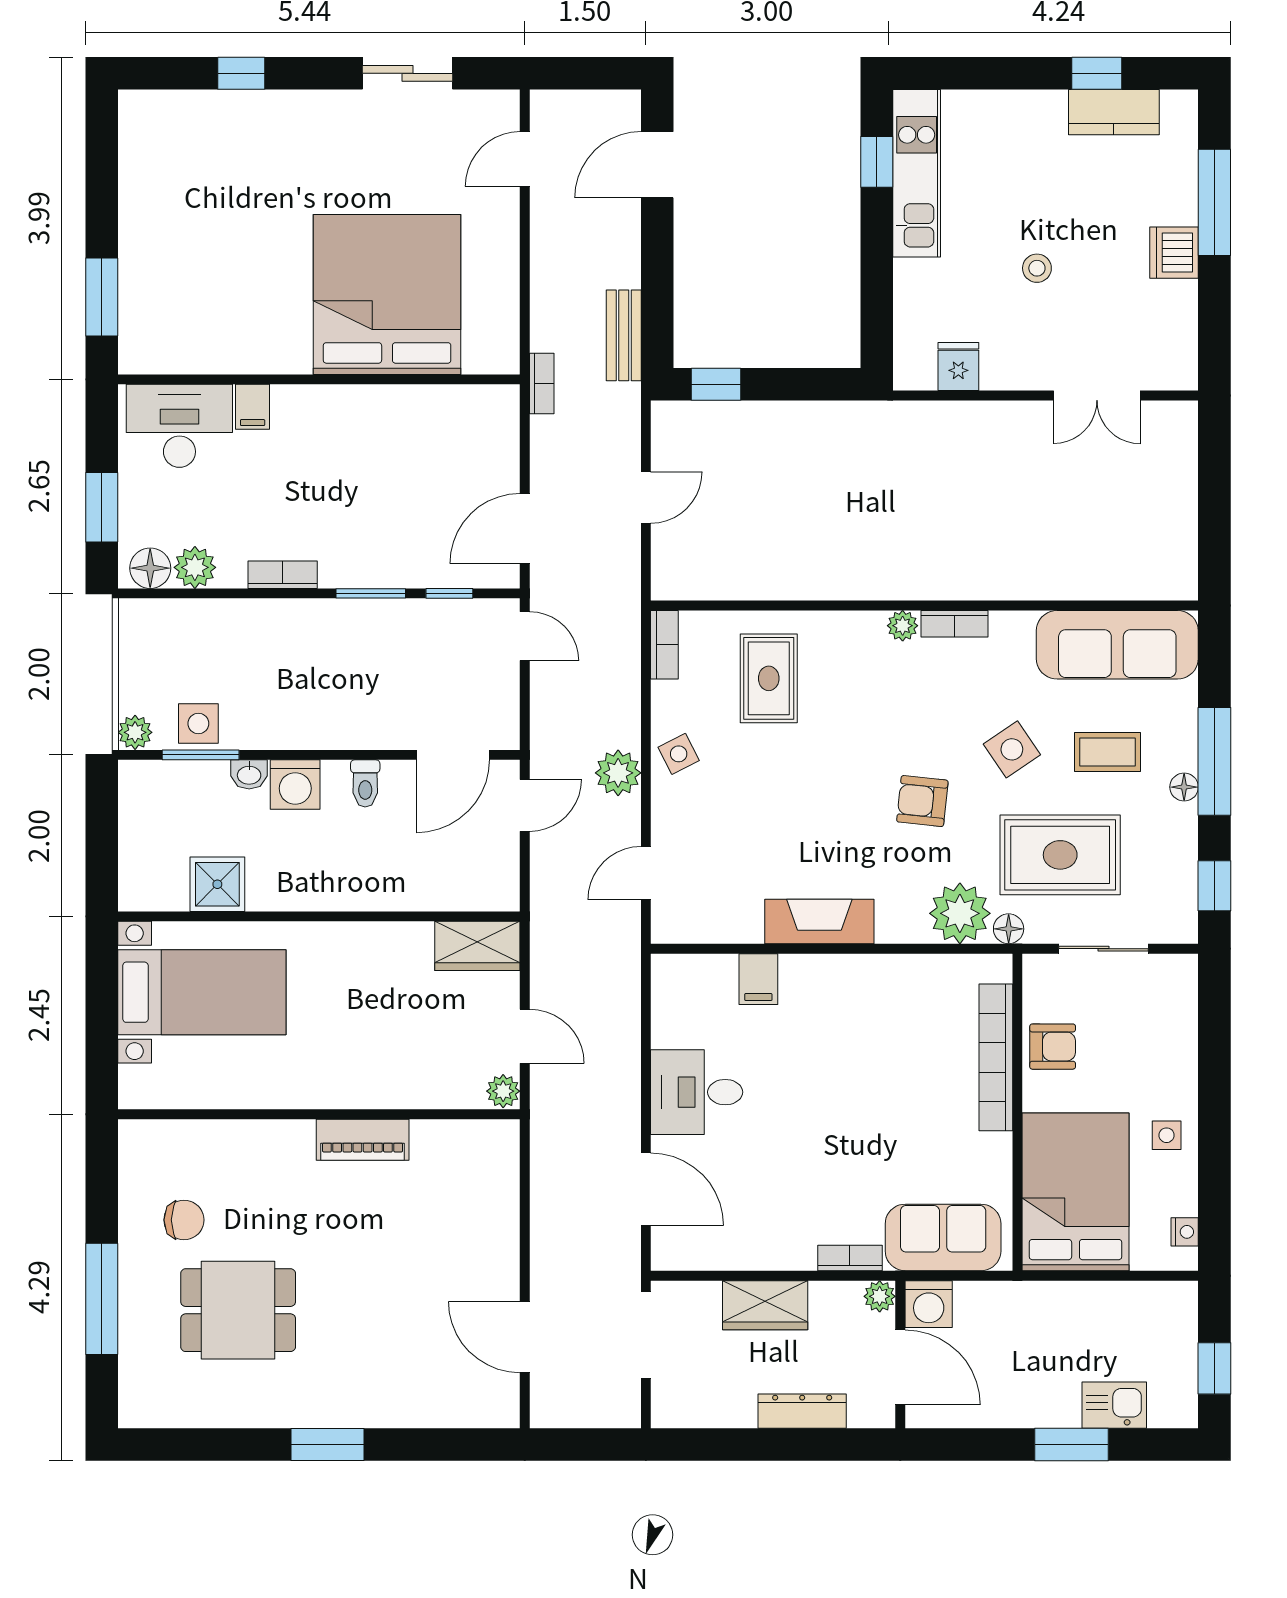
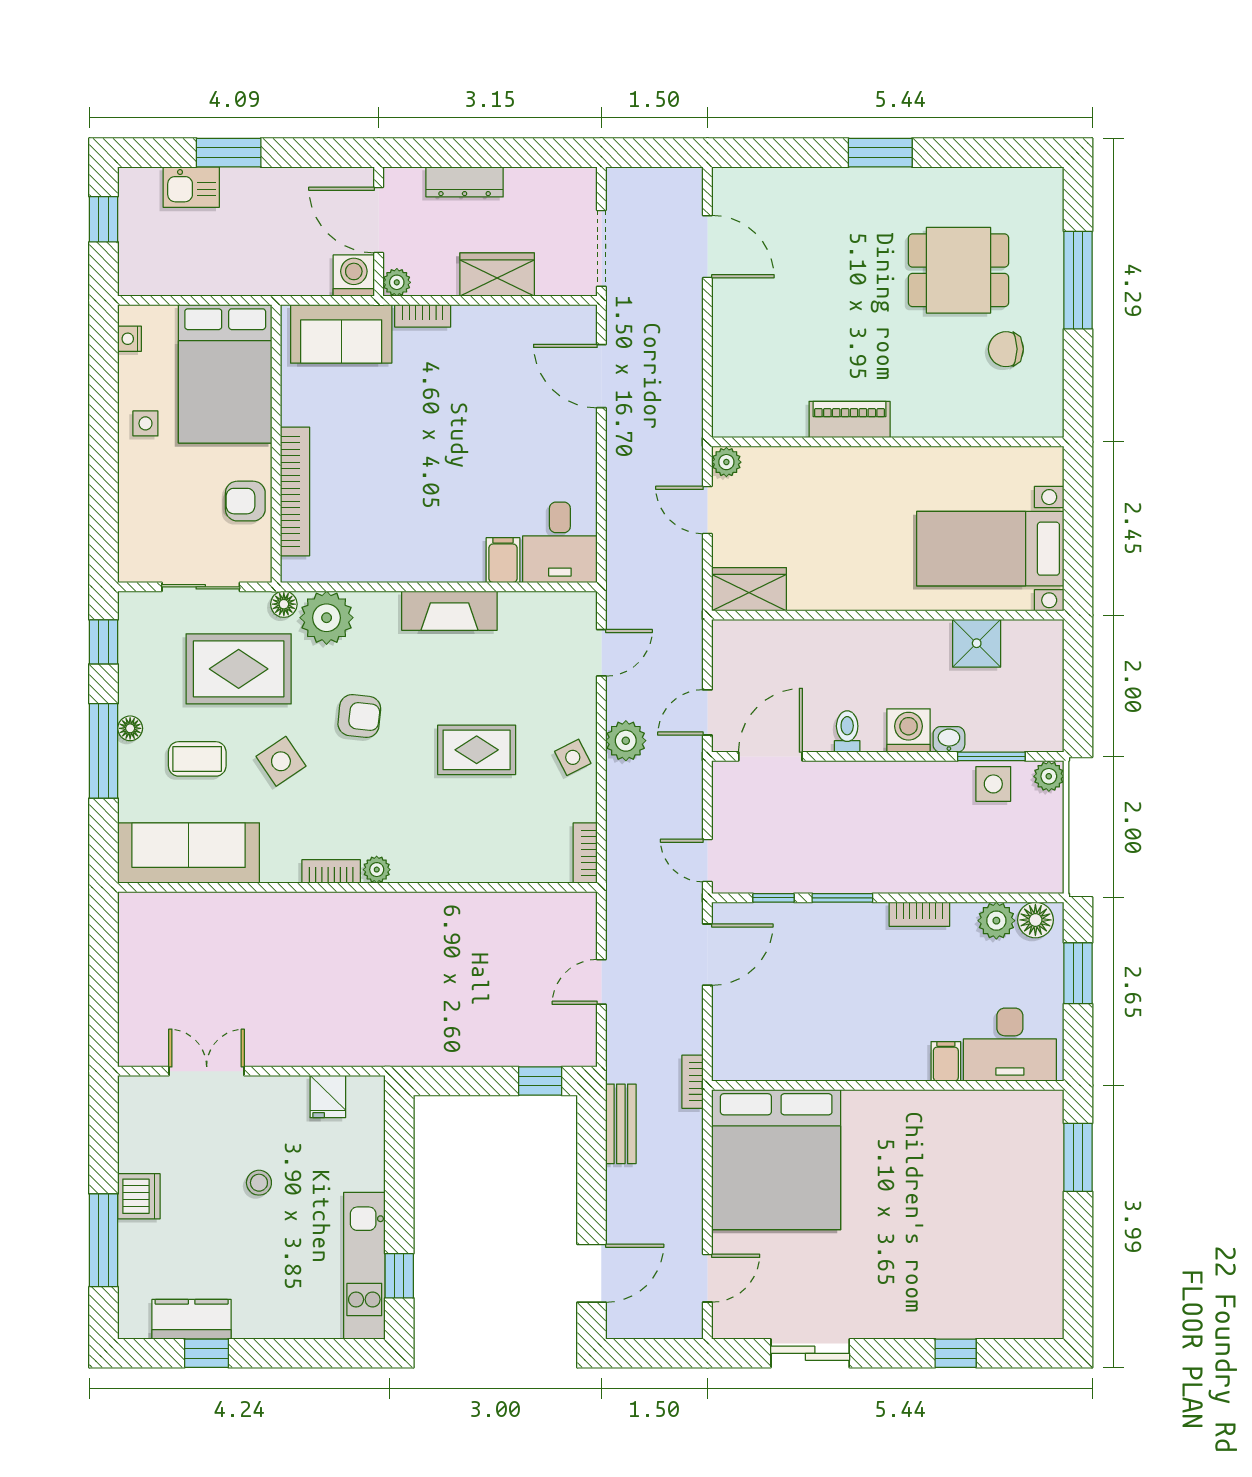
bed: (387, 295) -> (776, 1160), moved
rug: (769, 678) -> (477, 750), moved, turned 90
desk: (697, 1092) -> (560, 542), moved, turned 90

